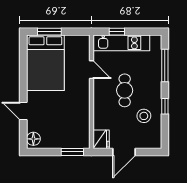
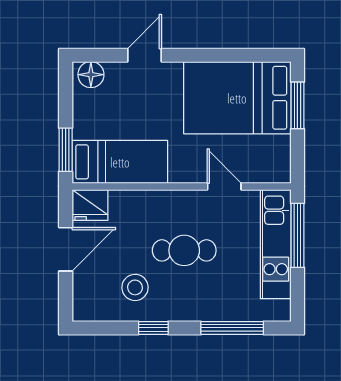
window: (117, 32) -> (297, 235), width x2.17
door: (91, 70) -> (224, 186), swing flipped
bed: (79, 124) -> (120, 162), added
door: (124, 152) -> (66, 249), swing flipped

